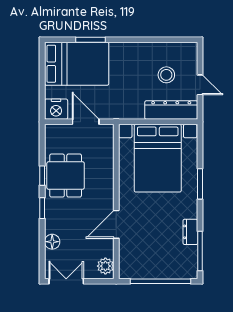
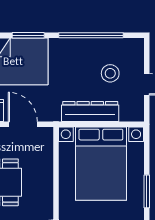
window: (149, 40) -> (91, 35), added
dresser: (171, 110) -> (90, 111), moved

